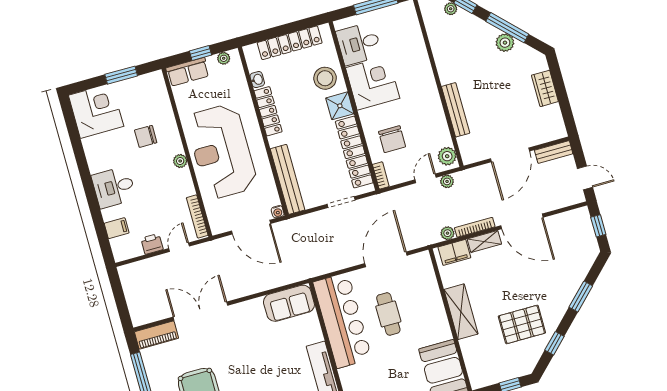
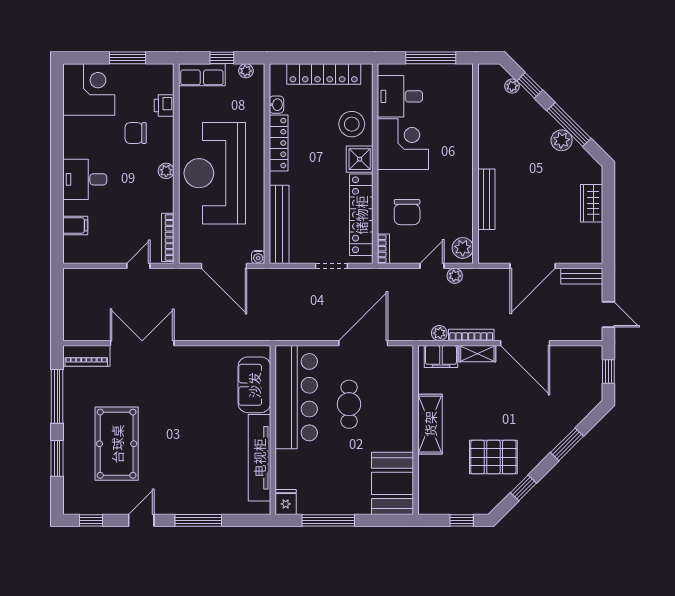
printer: (152, 244) -> (164, 105), moved, turned -90
sofa: (289, 303) -> (254, 385), moved, turned 90

